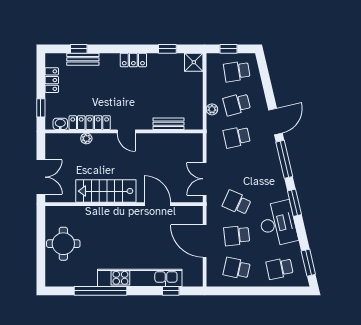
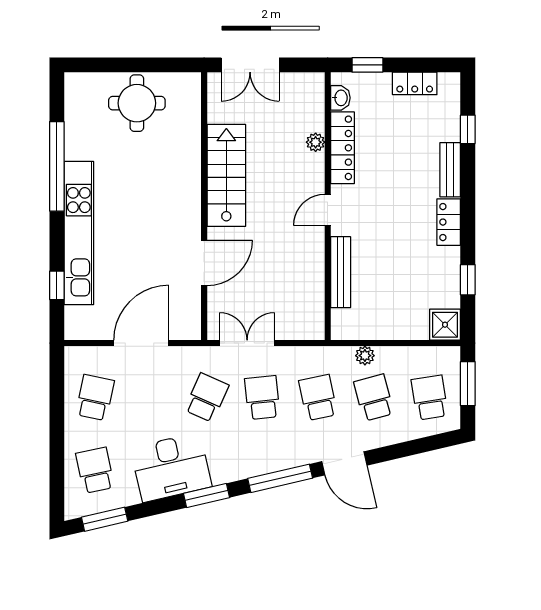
window: (229, 49) -> (468, 384), width x1.50
bench: (83, 59) -> (450, 170), moved
bench: (168, 124) -> (341, 272), width x1.36
school desk: (237, 236) -> (262, 398), moved

